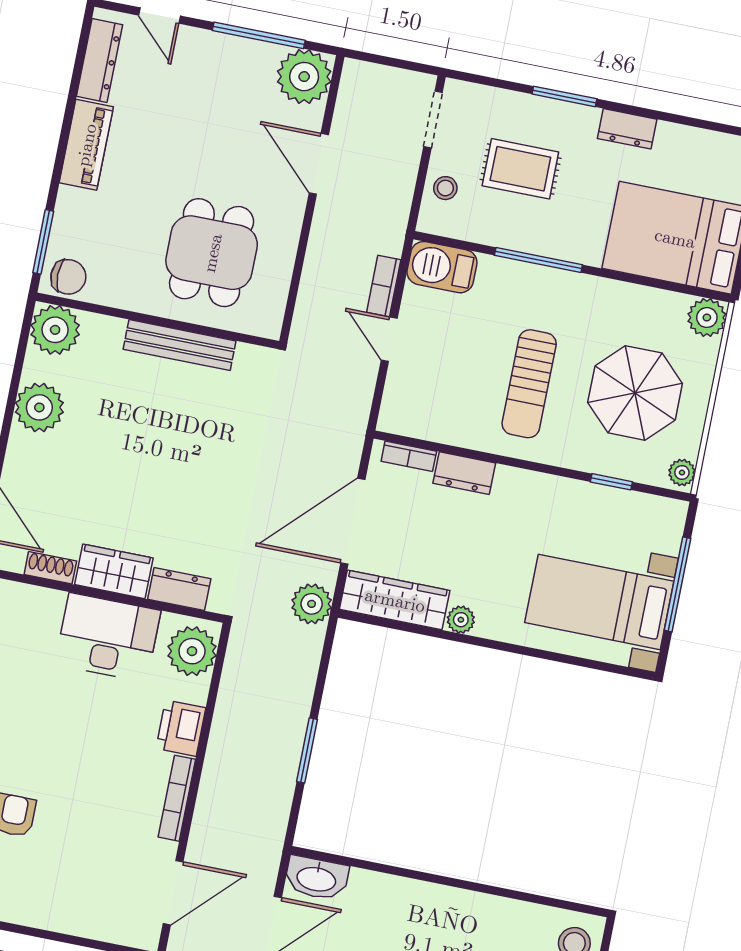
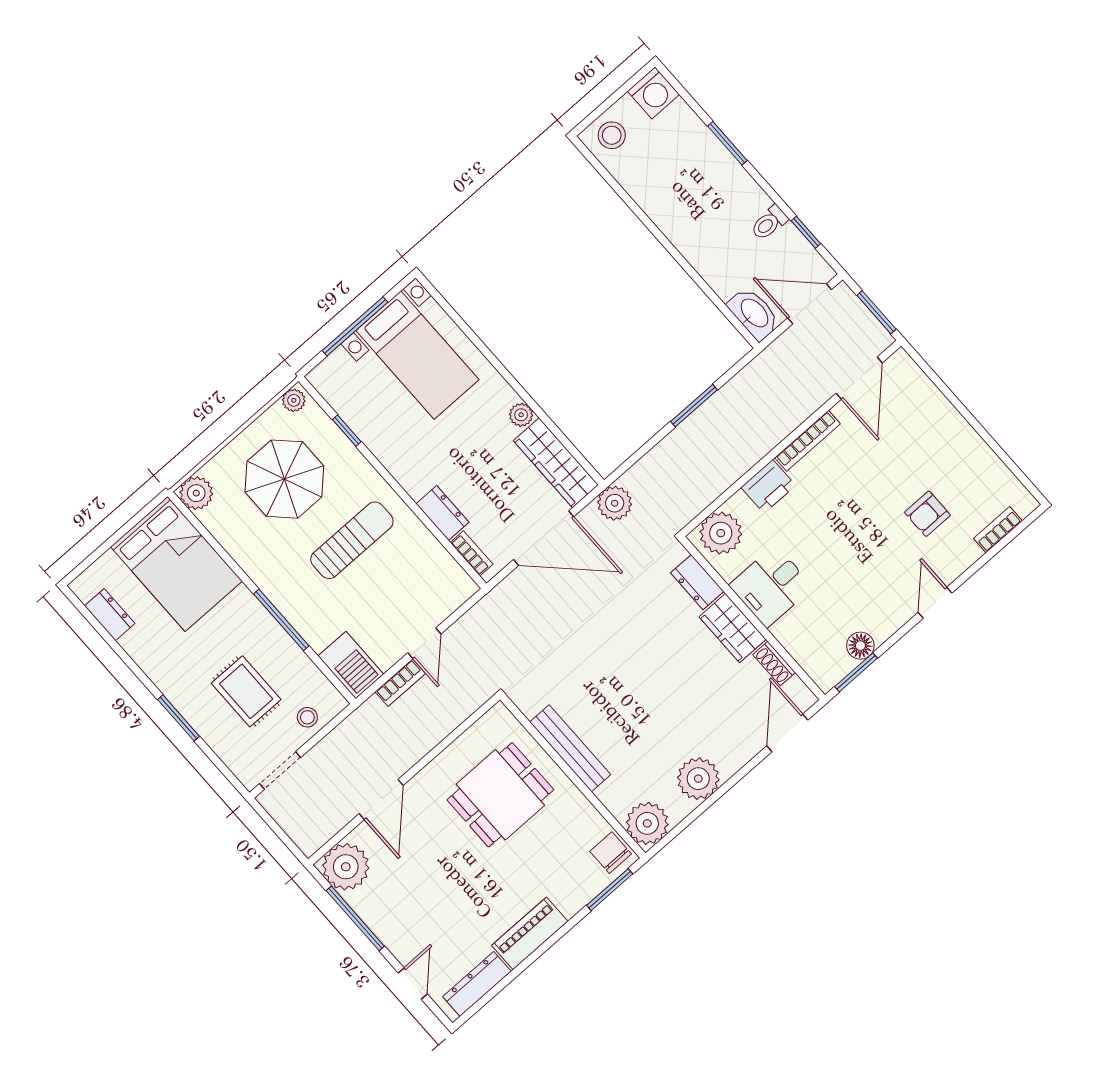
dresser: (627, 129) -> (110, 615), moved
desk: (108, 637) -> (771, 586), width x0.73
door: (173, 893) -> (859, 378), swing flipped

